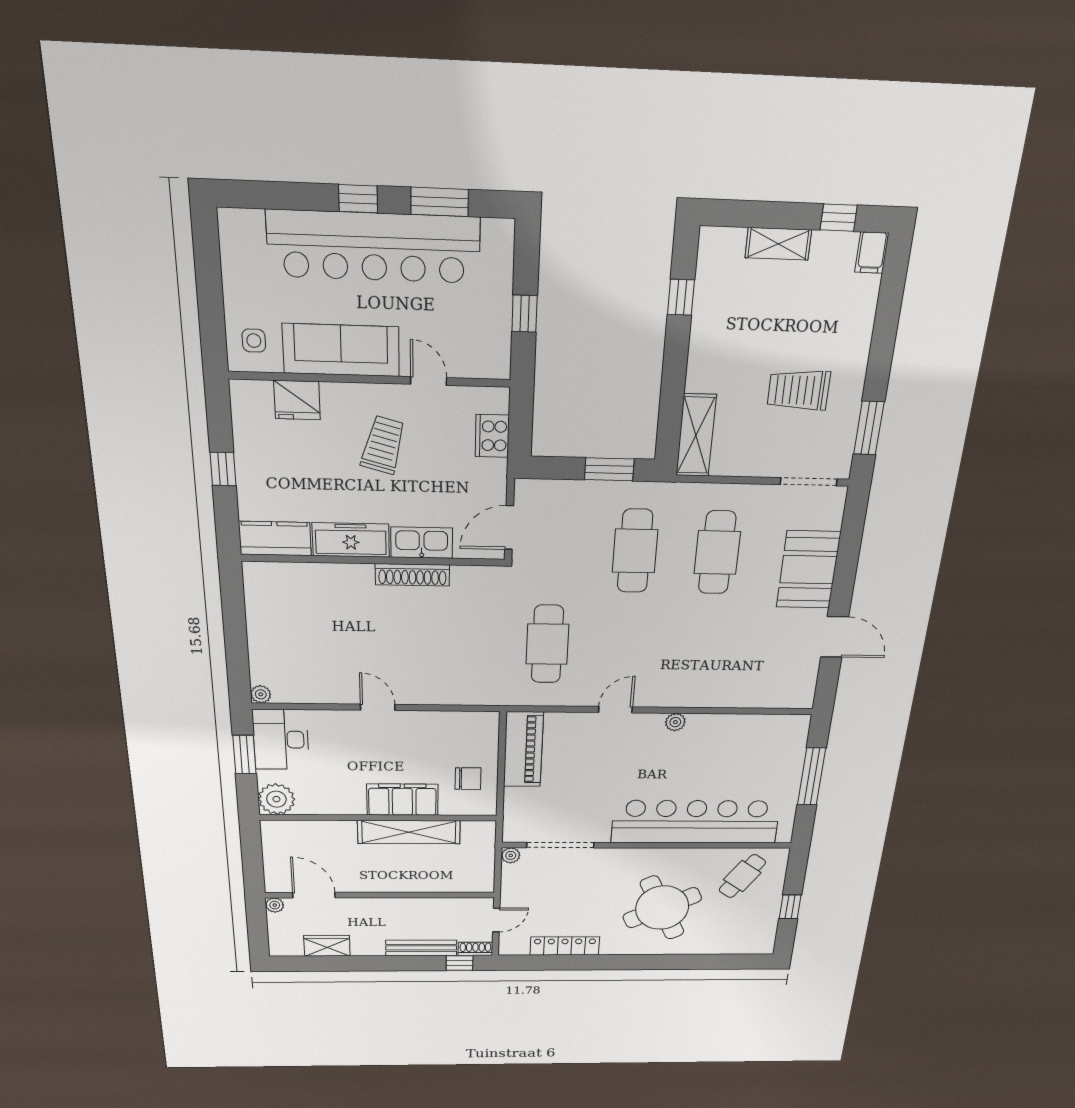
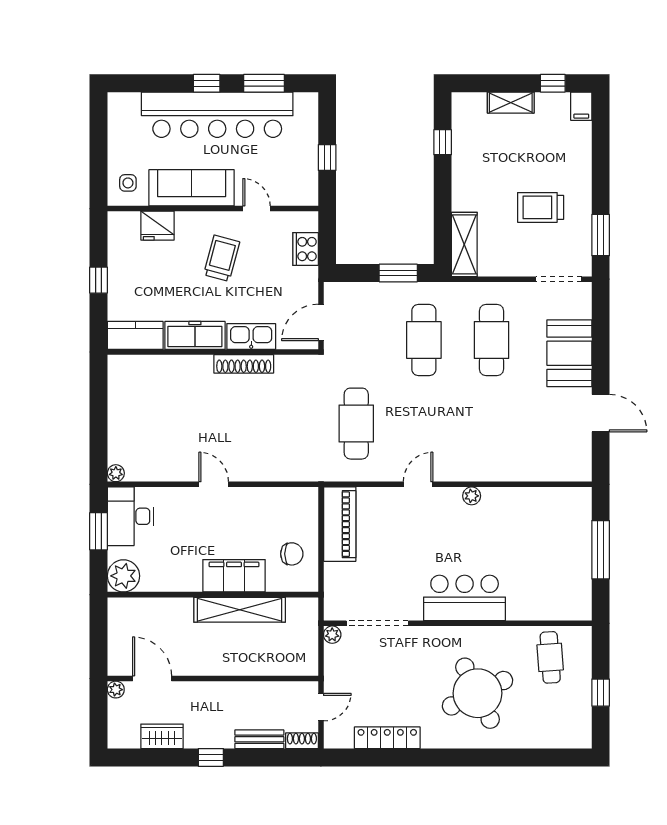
bar counter: (695, 822) -> (465, 598), width x0.54
cafe table: (742, 876) -> (550, 657), turned -39
bench: (421, 948) -> (259, 739), width x0.73
window: (460, 963) -> (211, 757), moved

